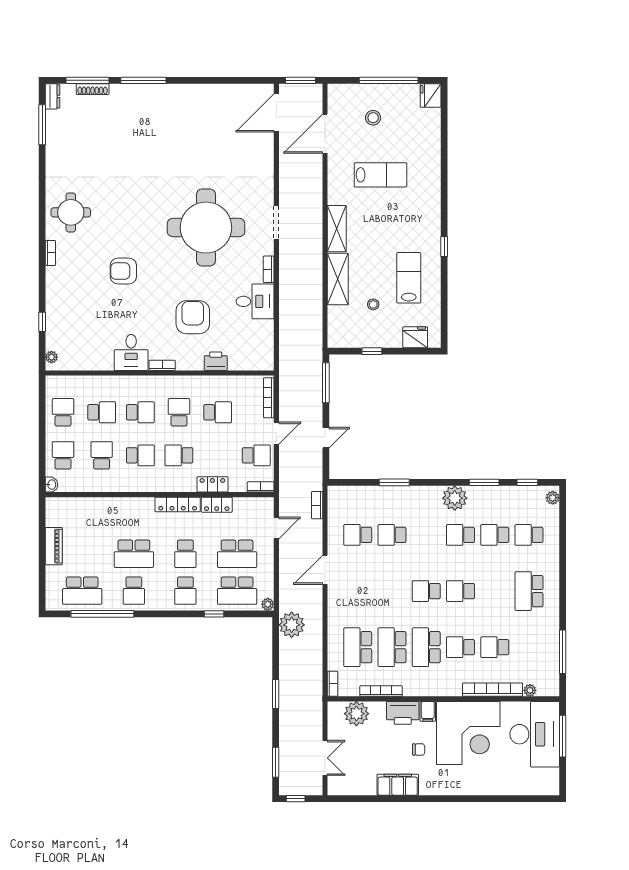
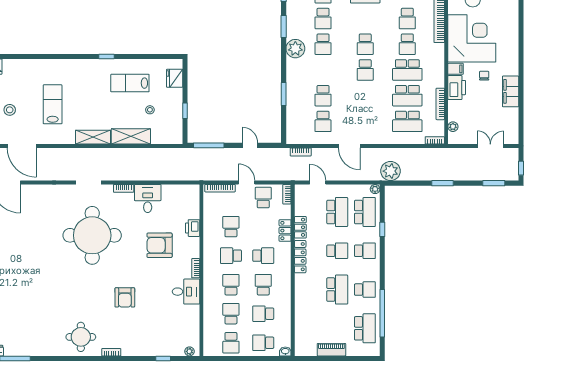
school desk: (63, 412) -> (231, 343), turned -90
school desk: (179, 455) -> (263, 256), turned -90
plant: (356, 714) -> (453, 127), width x0.53, depth x0.53

